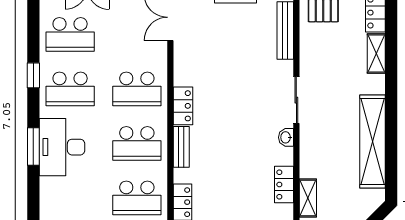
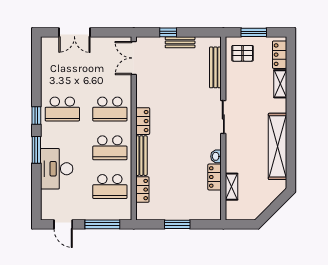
school desk: (70, 34) -> (62, 70), removed
window: (33, 75) -> (36, 115), moved
washbasin: (286, 137) -> (216, 156), moved
desk: (62, 147) -> (57, 169), moved
bench: (181, 147) -> (141, 156), width x1.36

